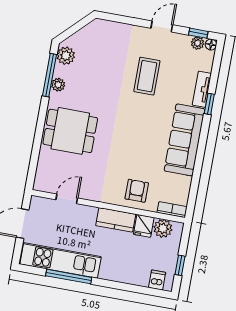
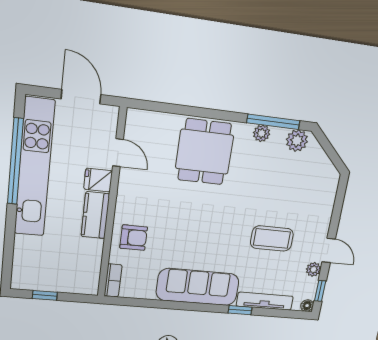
plant: (198, 43) -> (313, 269), moved
tv unit: (202, 89) -> (265, 301), width x1.41
fridge: (144, 226) -> (98, 180), moved
plant: (163, 228) -> (89, 272), removed
kitchen unit: (61, 260) -> (34, 168), width x1.36
window: (69, 277) -> (15, 161), width x1.46
dishwasher: (157, 280) -> (23, 271), removed

